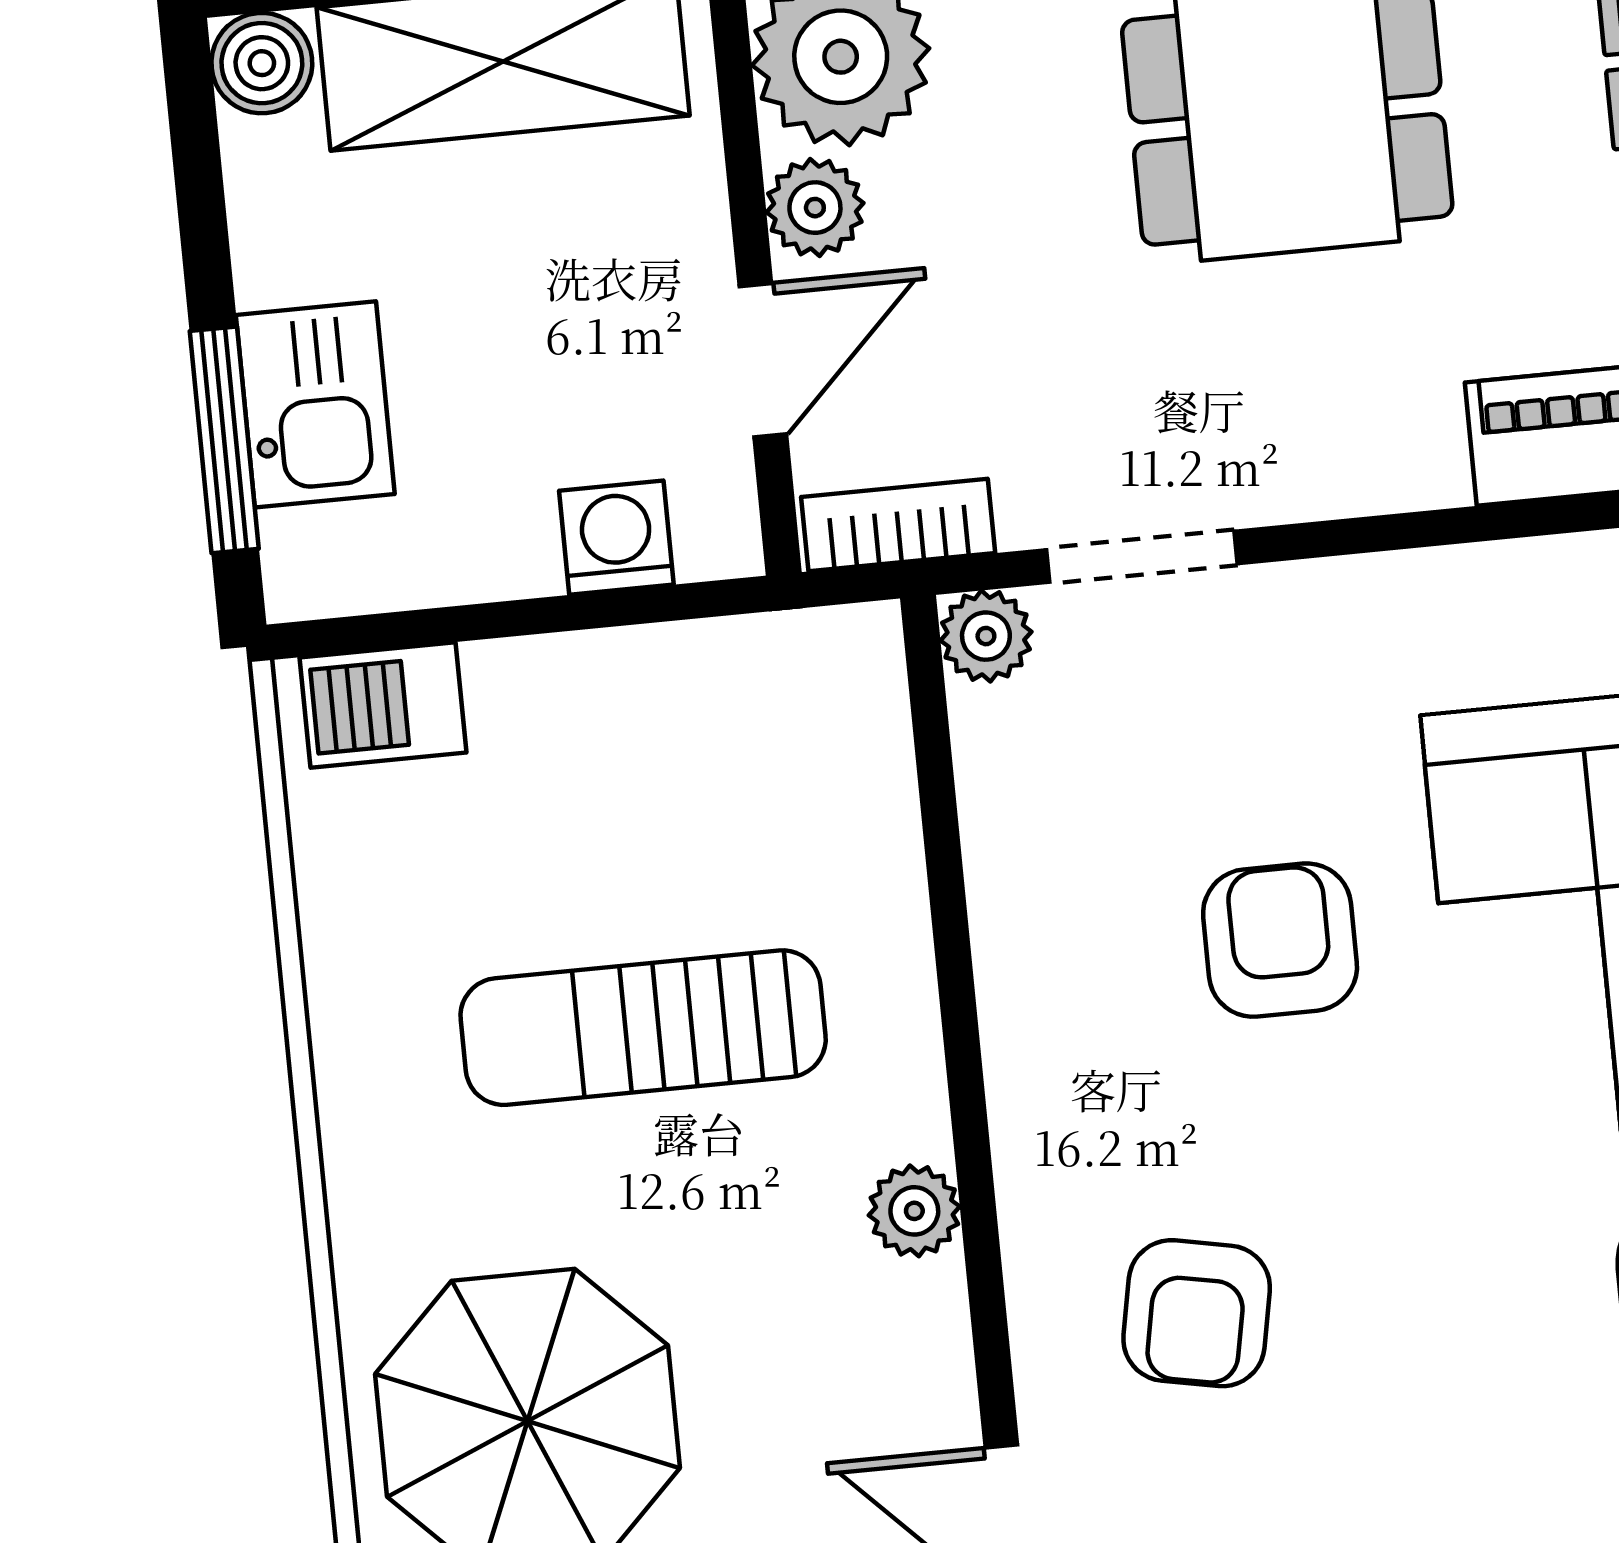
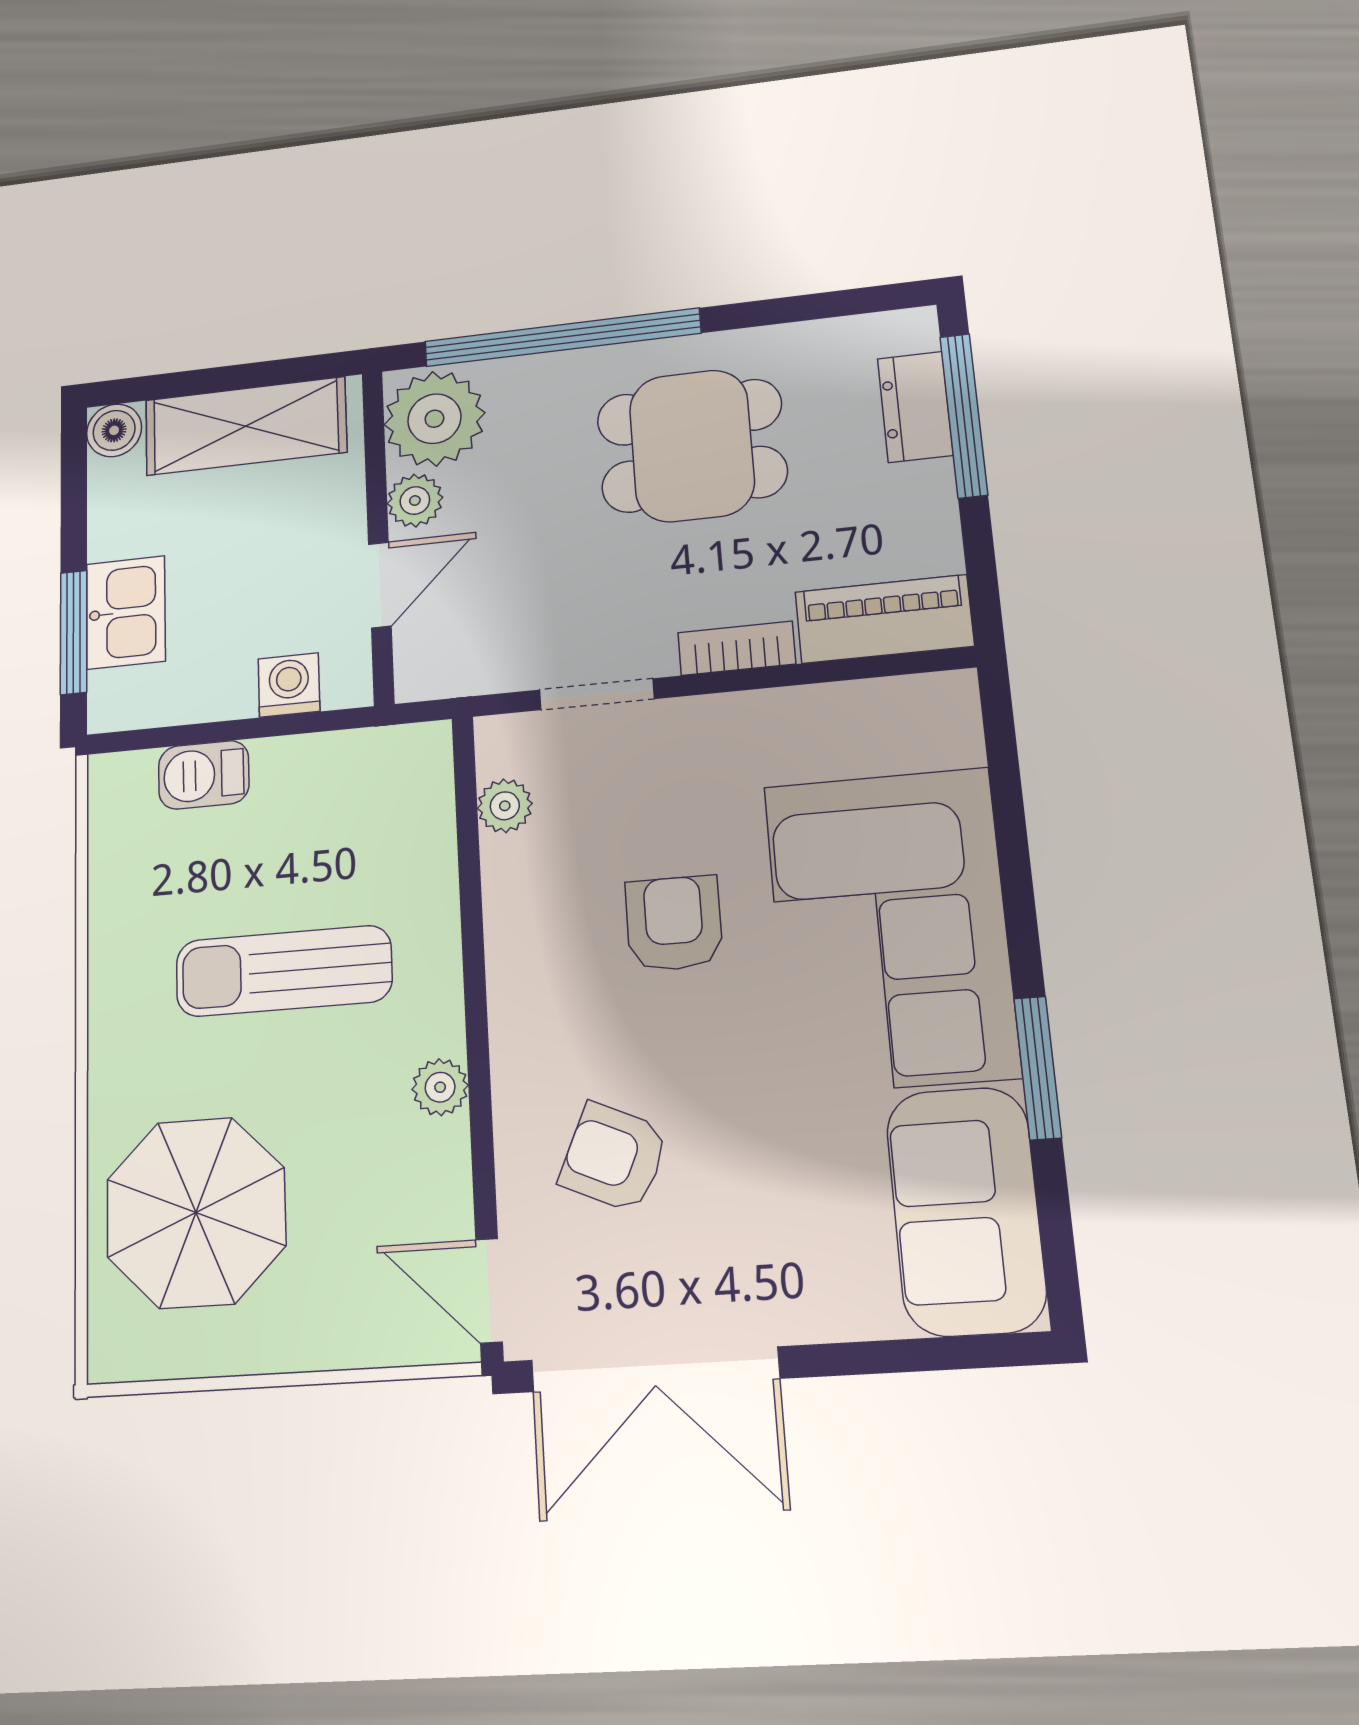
bookcase: (898, 525) -> (737, 648), moved
plant: (986, 636) -> (505, 806), moved
barbecue: (383, 705) -> (204, 775), moved
armchair: (1197, 1313) -> (614, 1157), turned 103

